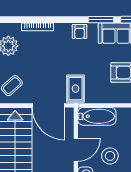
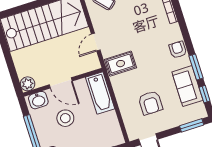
armchair: (80, 31) -> (178, 50), turned 90
door: (48, 105) -> (96, 42), width x0.53

